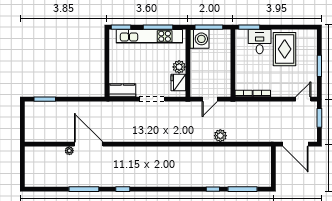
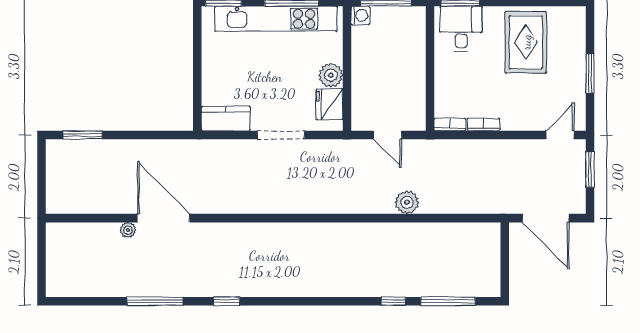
washing machine: (199, 39) -> (360, 15), width x0.53, depth x0.53
desk: (260, 42) -> (461, 29), moved
door: (210, 99) -> (388, 135), hinge flipped

